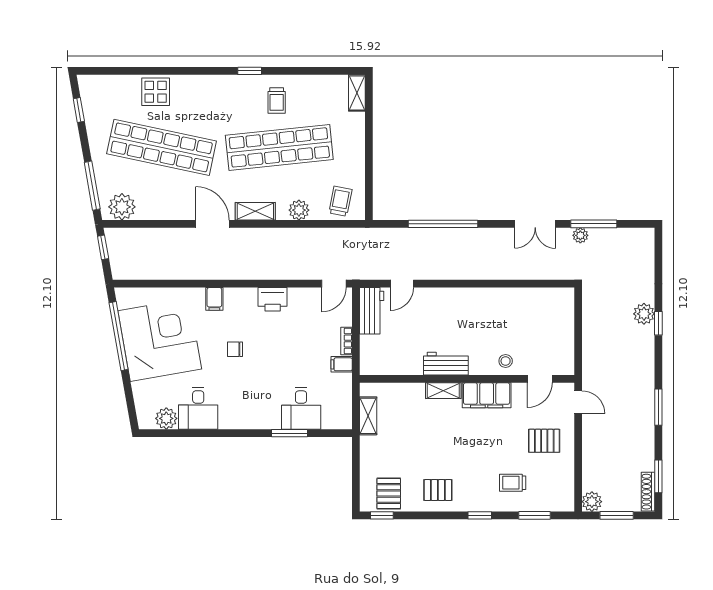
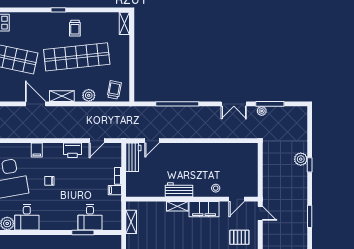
door: (334, 284) -> (97, 141), moved

